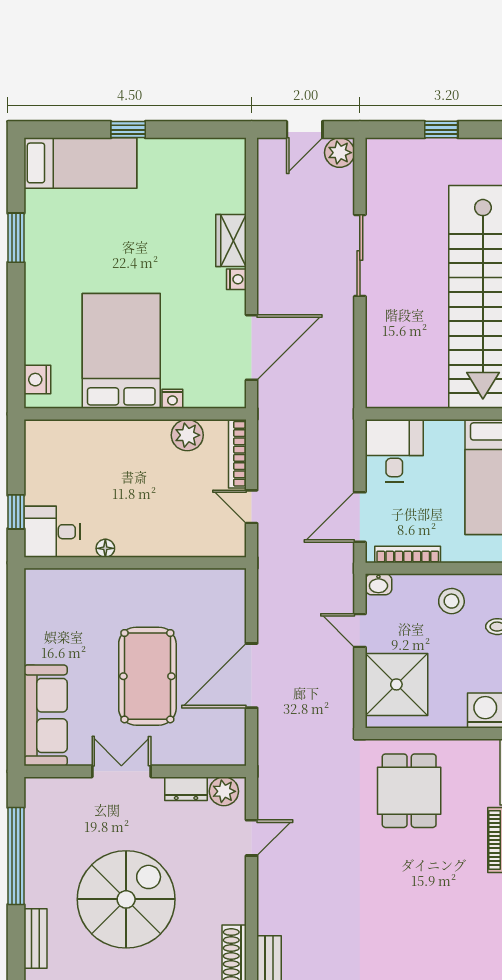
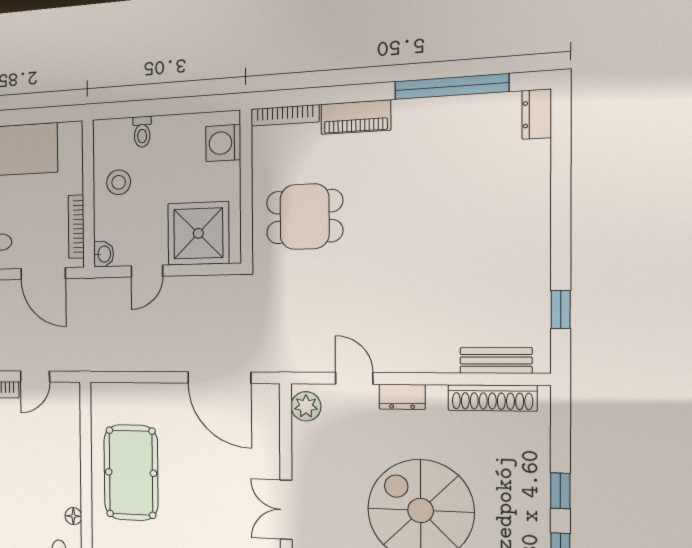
pool table: (147, 676) -> (131, 473), moved, turned 90
door: (252, 676) -> (219, 378), moved
dresser: (186, 789) -> (402, 397), moved, turned 90

